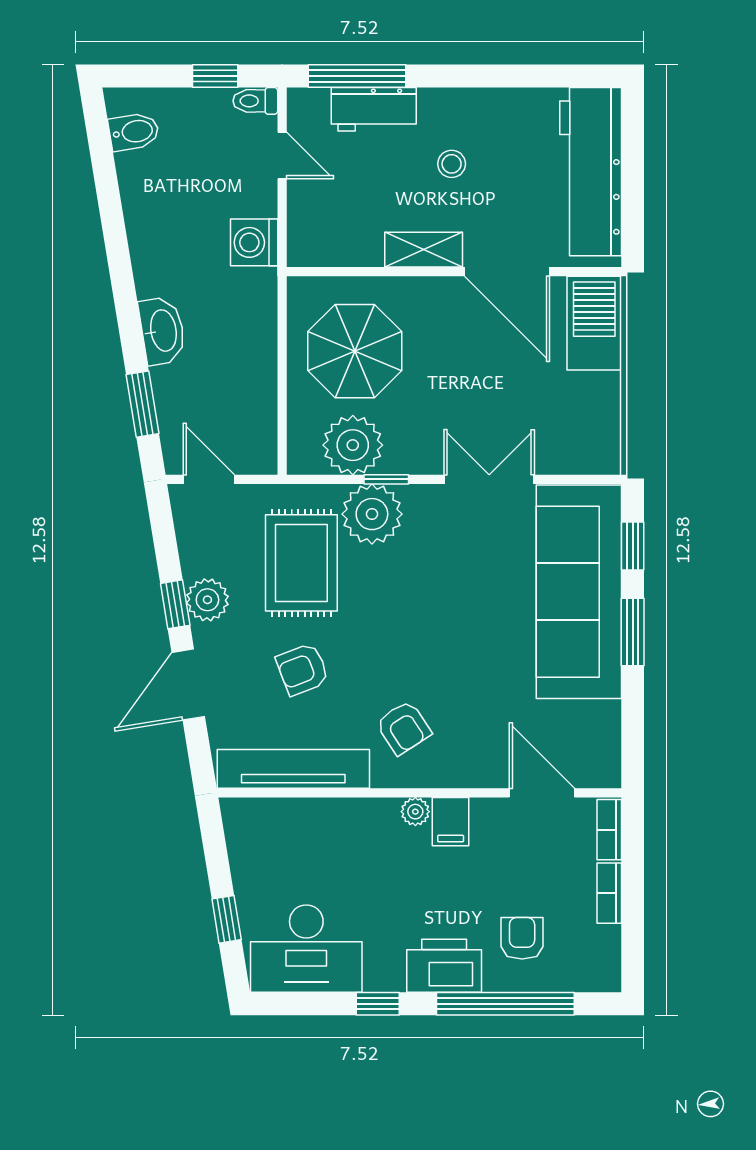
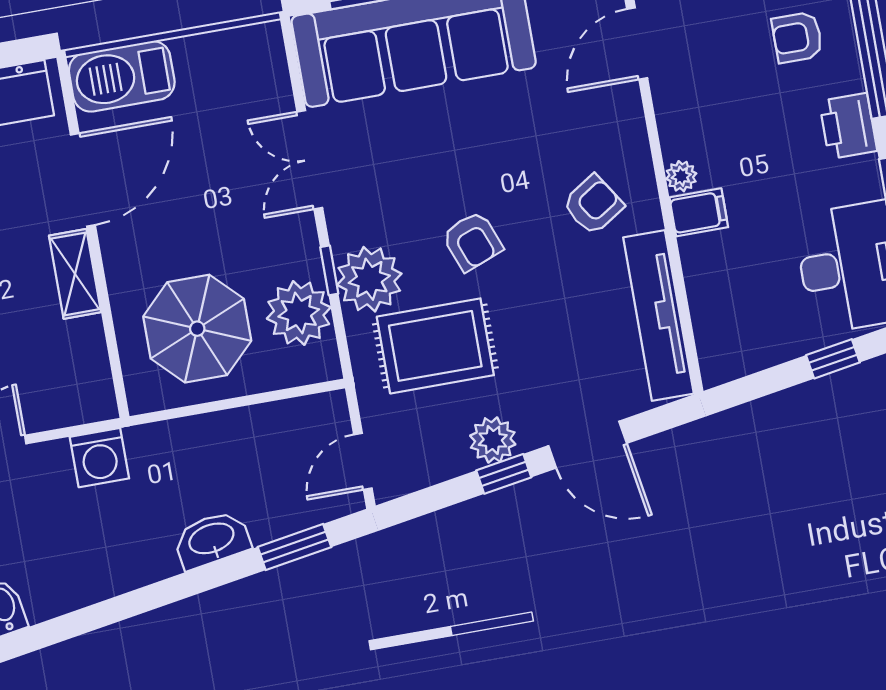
armchair: (302, 669) -> (472, 241), moved
filing cabinet: (451, 822) -> (699, 212), moved
printer: (444, 966) -> (848, 126), width x0.73, depth x0.84

